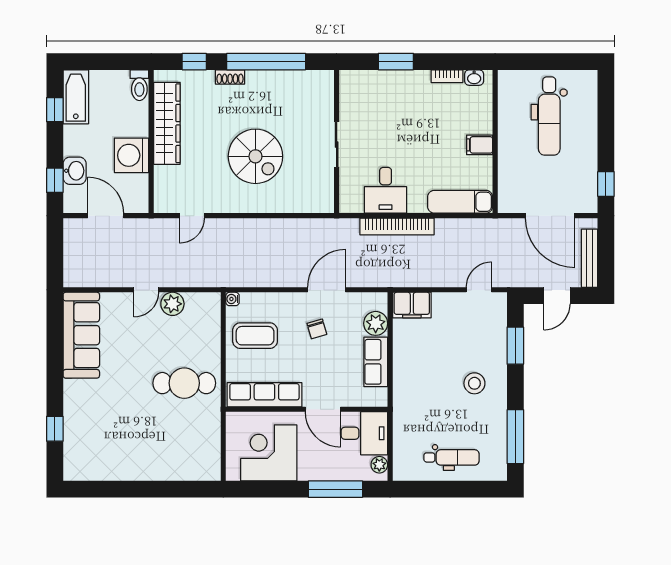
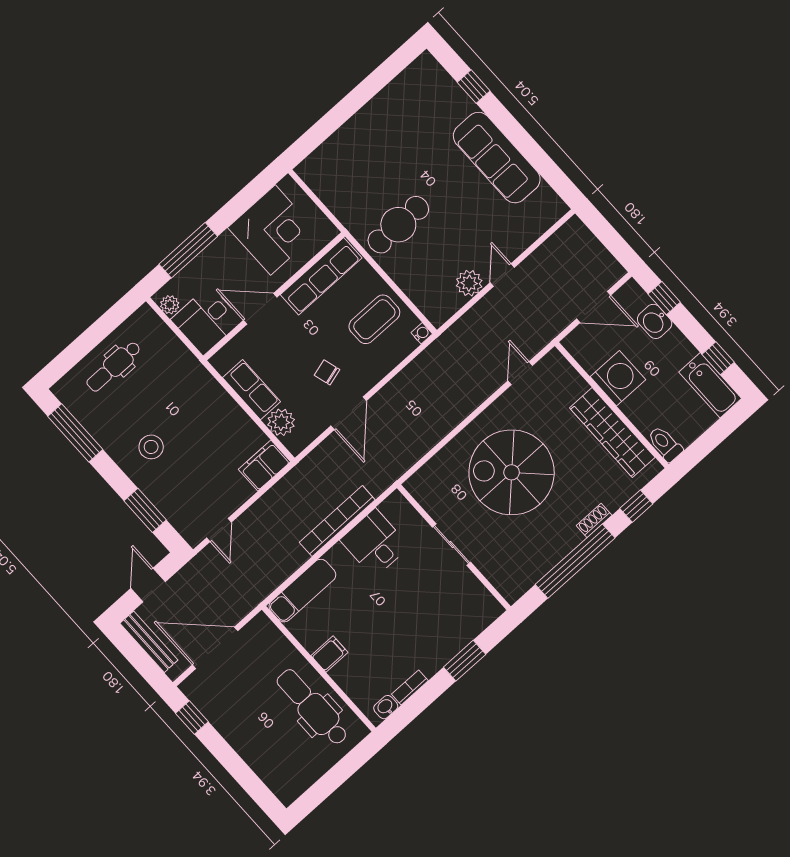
dental chair: (549, 116) -> (312, 707), moved
spiral stairs: (255, 156) -> (512, 472), width x1.37, depth x1.37
sofa: (81, 335) -> (497, 158), moved

